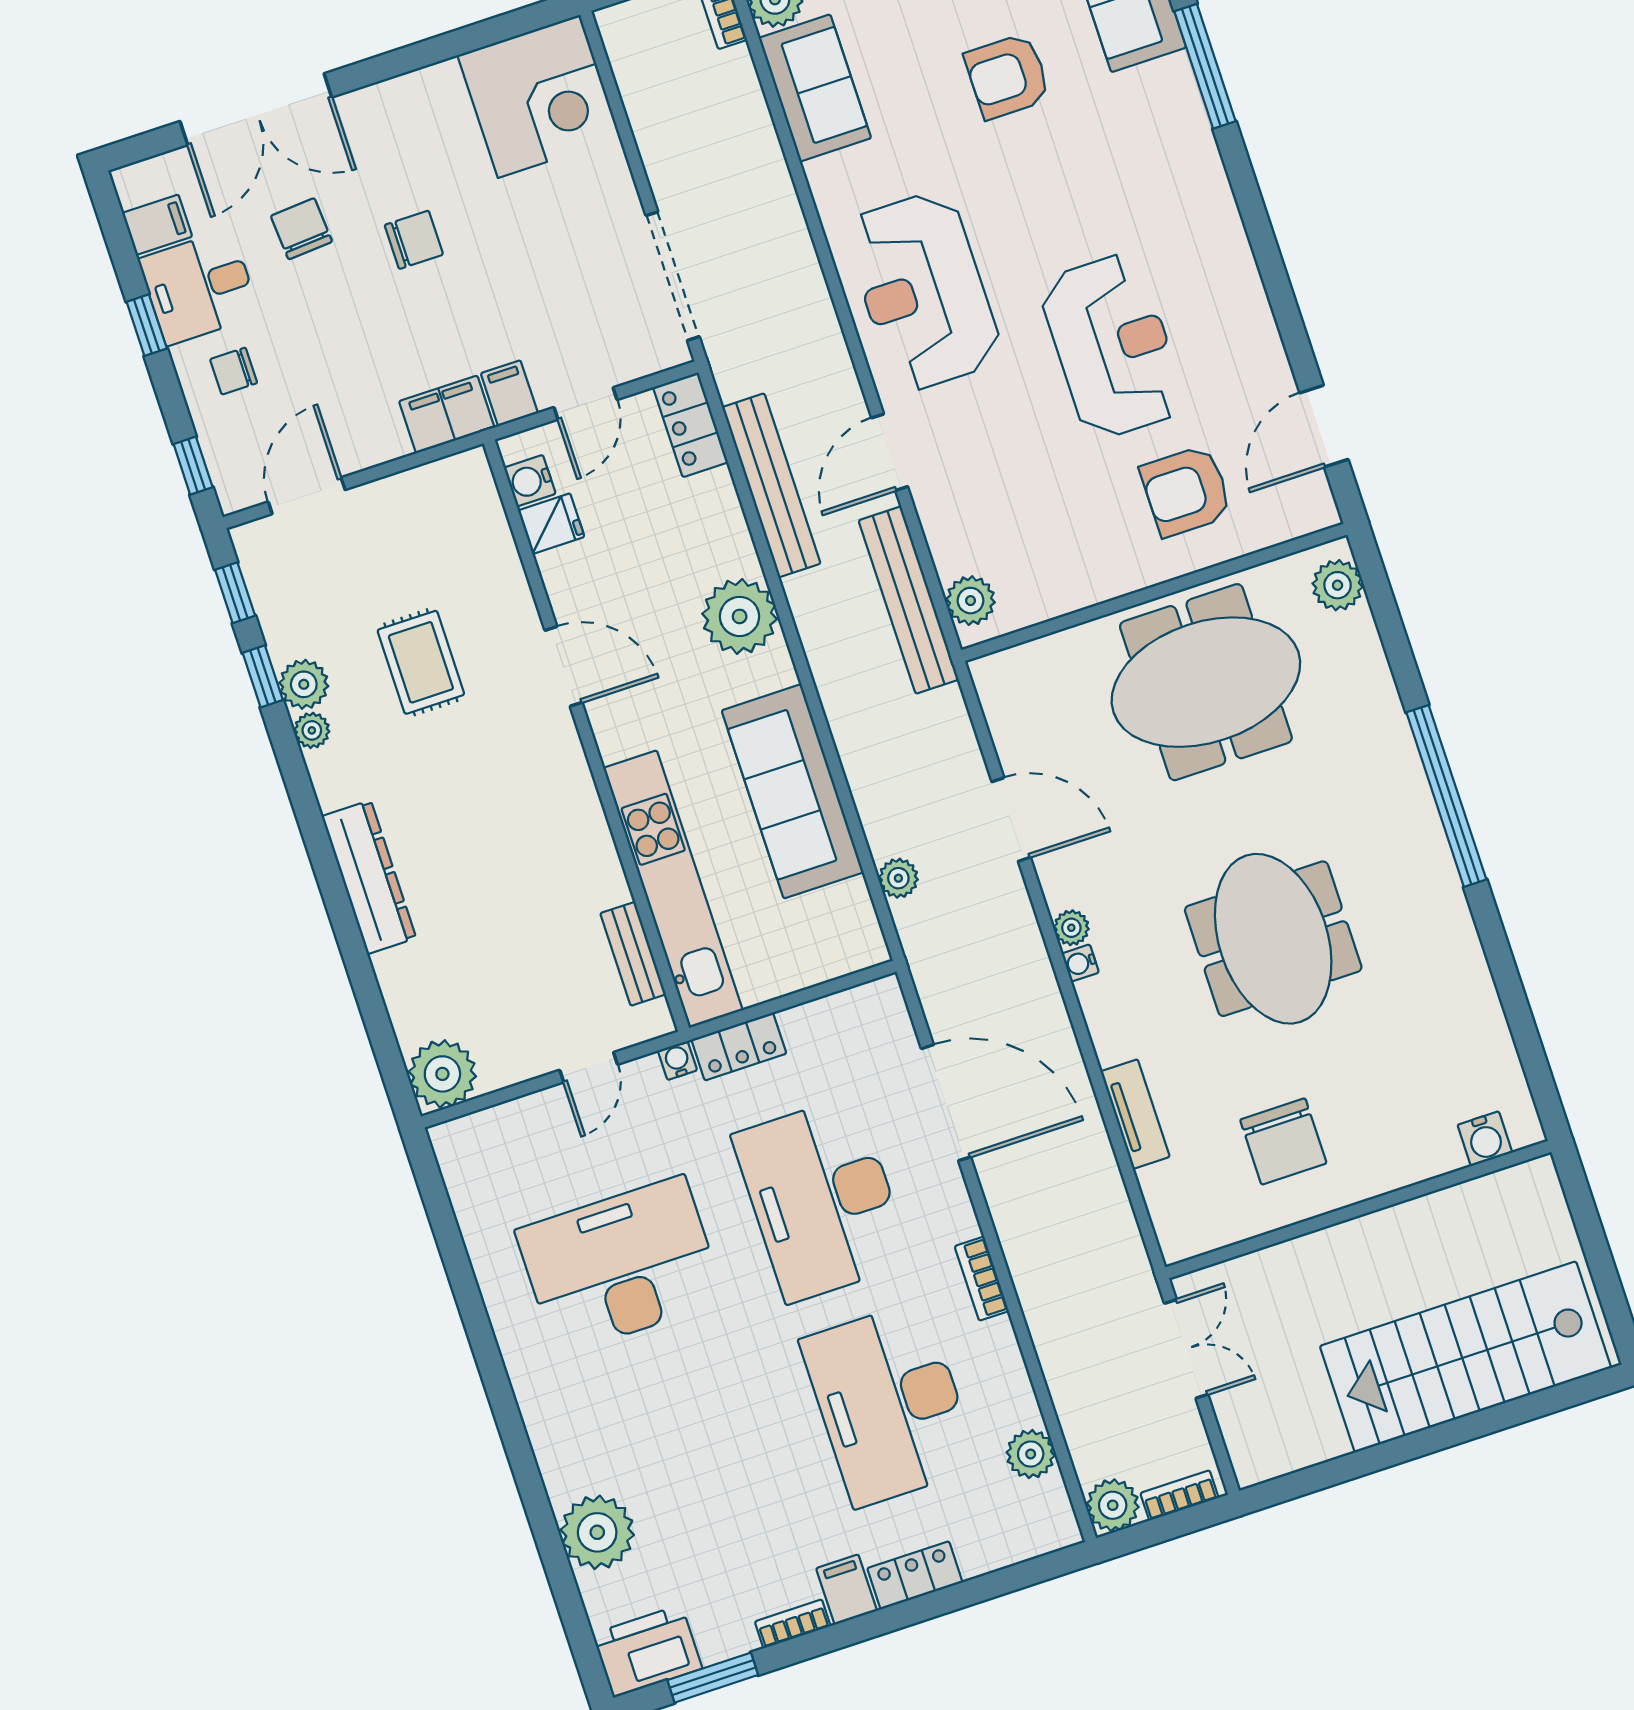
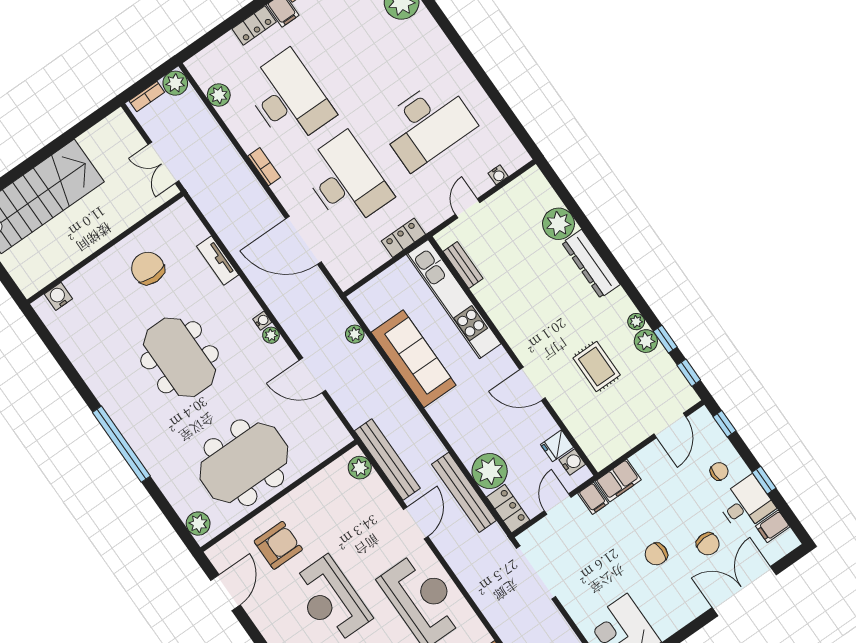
plant: (740, 616) -> (490, 471), moved
water cooler: (677, 1060) -> (498, 175), moved
plant: (442, 1074) -> (558, 224), moved

